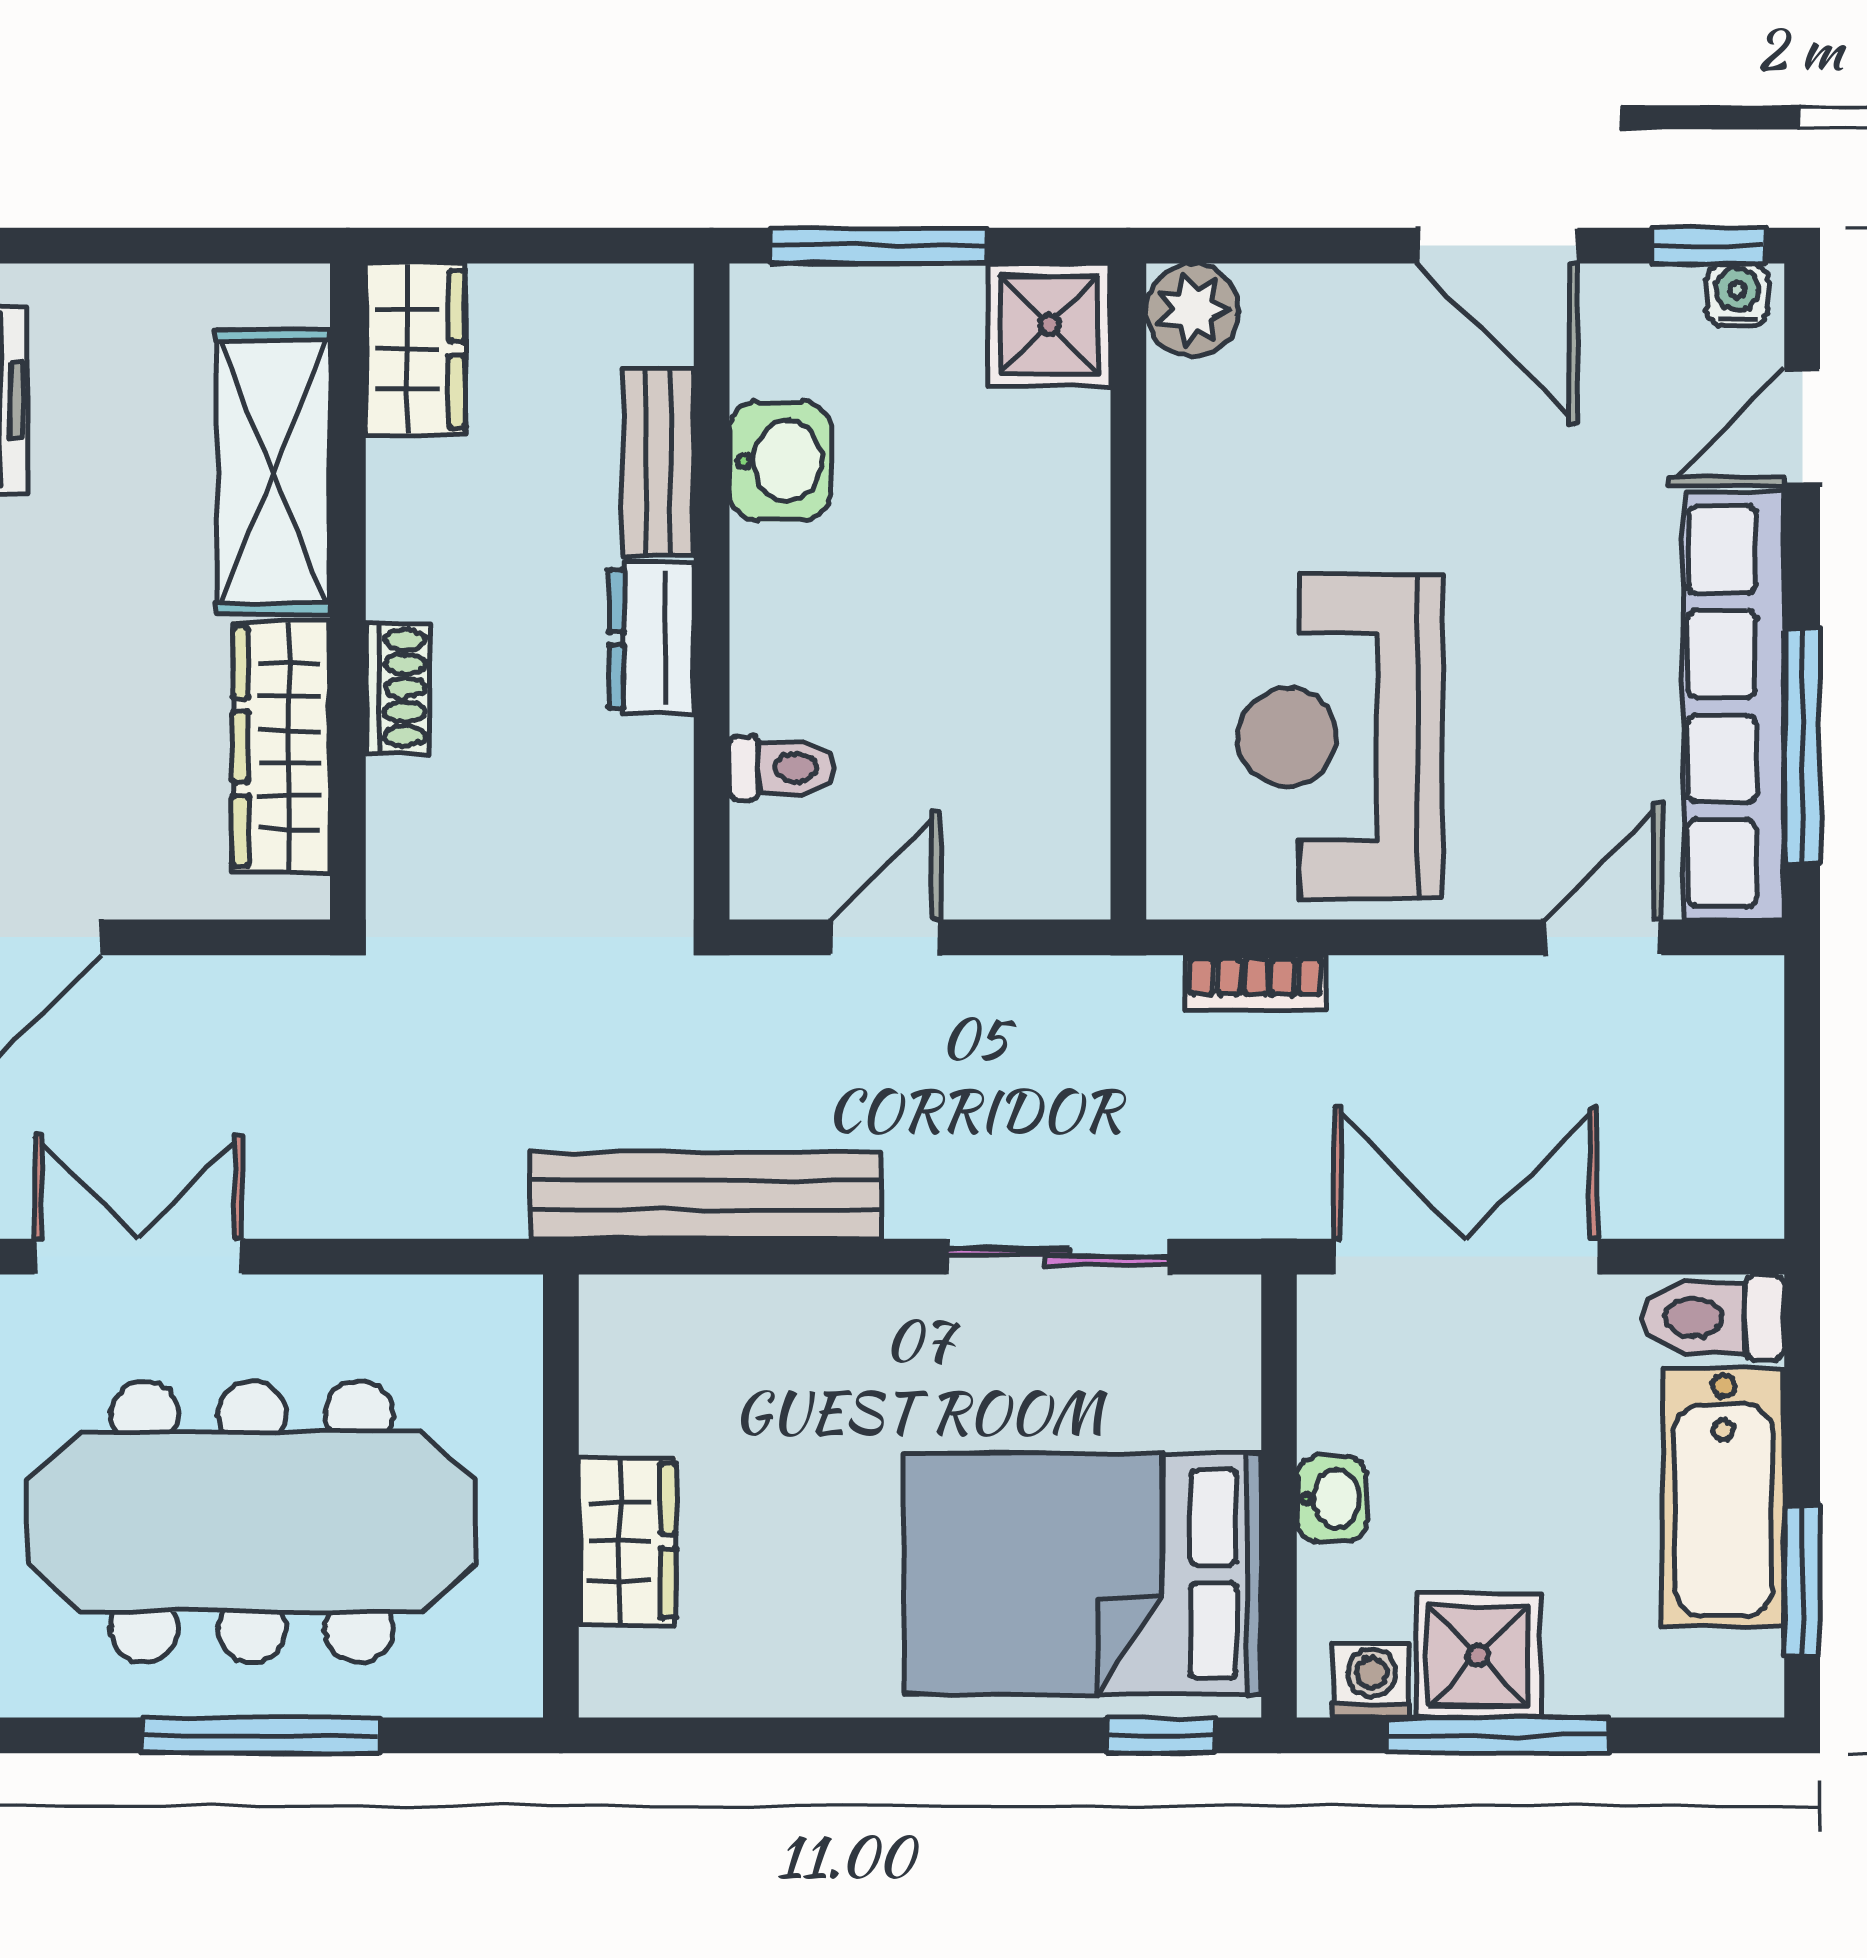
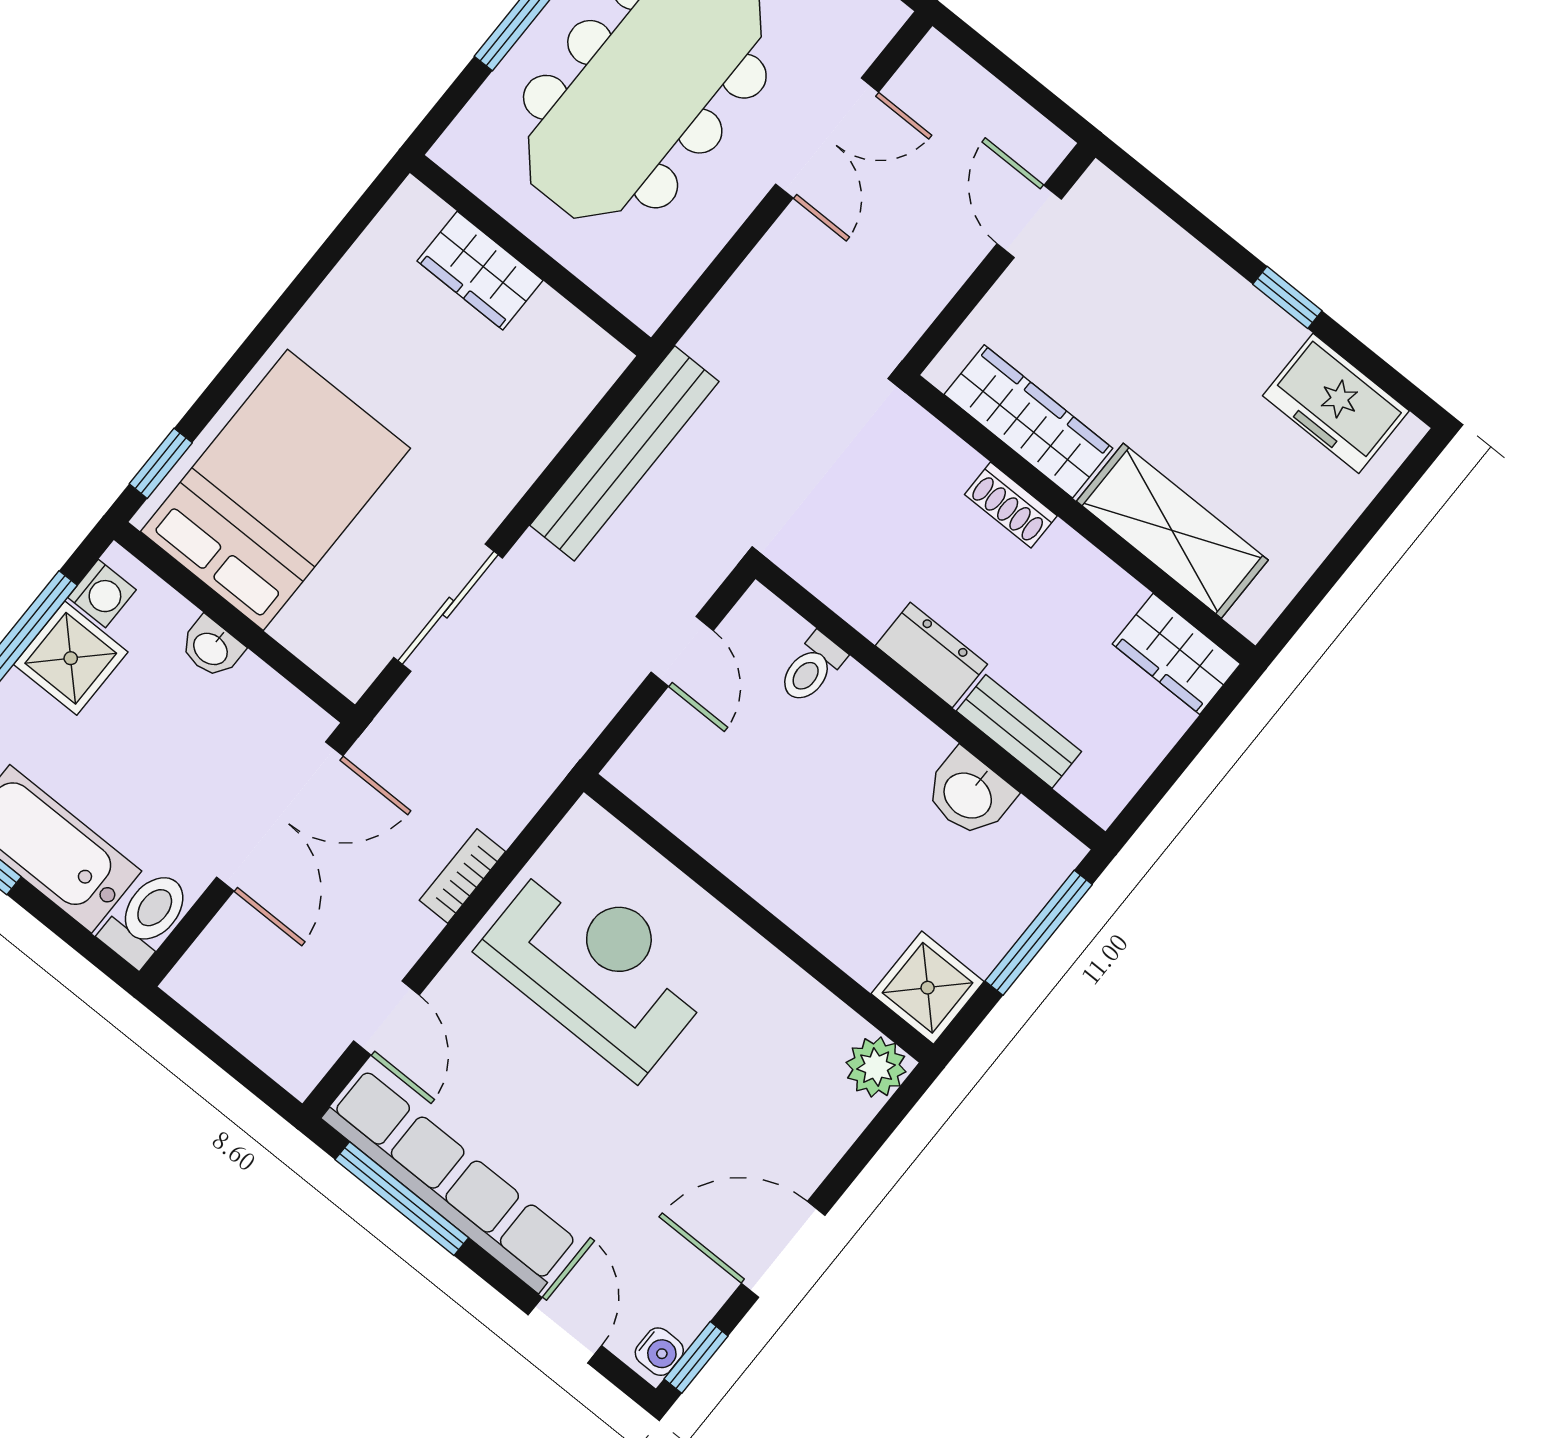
bookcase: (1256, 983) -> (462, 876), moved

